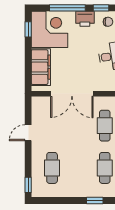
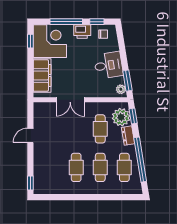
double door: (72, 94) -> (70, 100), width x0.73
cafe table: (52, 168) -> (76, 167), moved
window: (95, 200) -> (91, 197), removed

